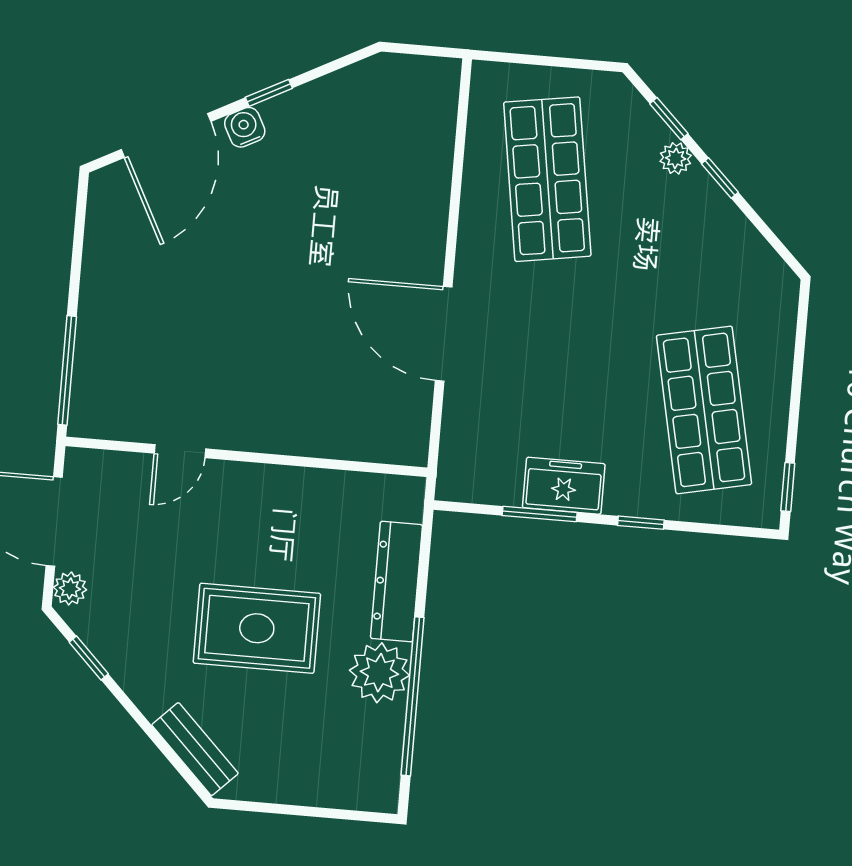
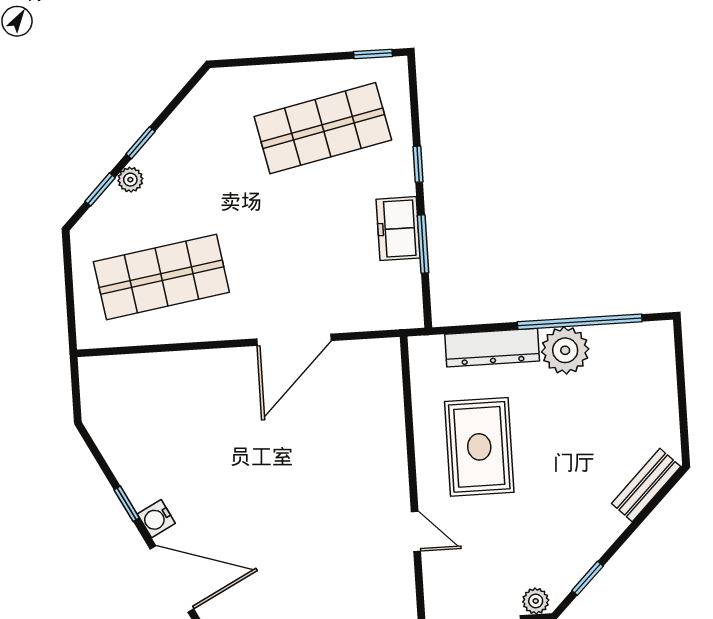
rug: (257, 628) -> (479, 447), moved

